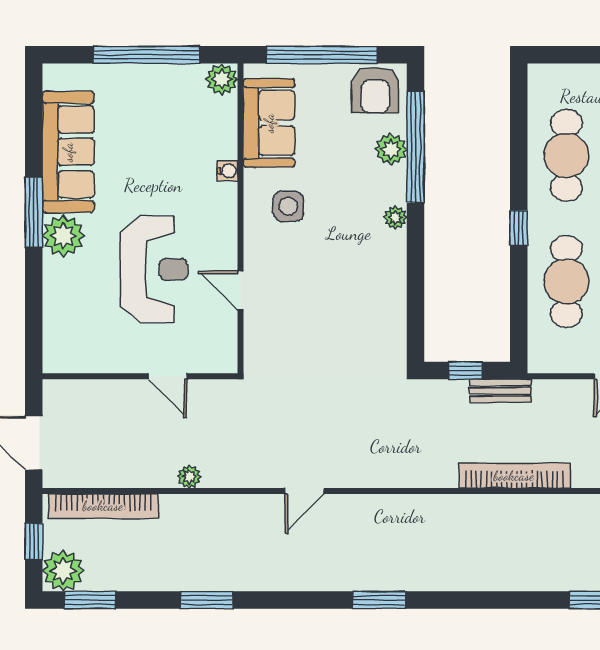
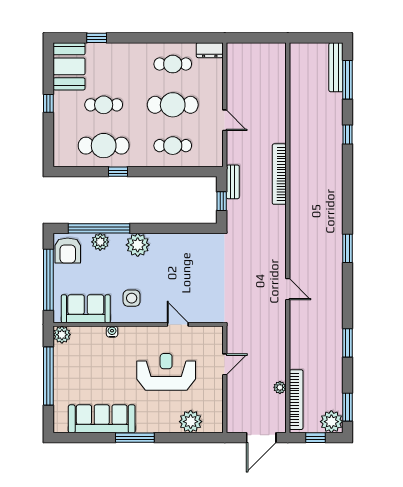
armchair: (375, 90) -> (68, 250), turned 90
plant: (395, 218) -> (138, 245), width x1.88, depth x1.88
window: (519, 228) -> (118, 172), moved
plant: (63, 236) -> (191, 422), moved
cafe table: (566, 281) -> (173, 146), width x0.73, depth x0.74
door: (240, 291) -> (178, 324), swing flipped
plant: (189, 477) -> (280, 387), moved

